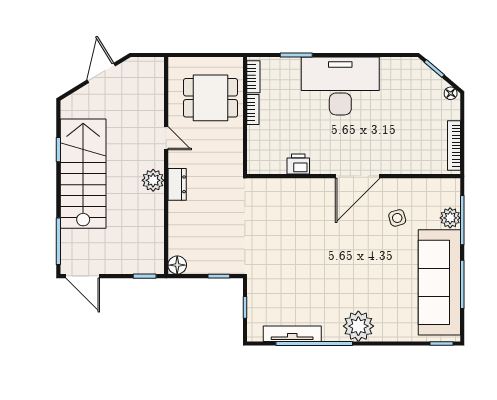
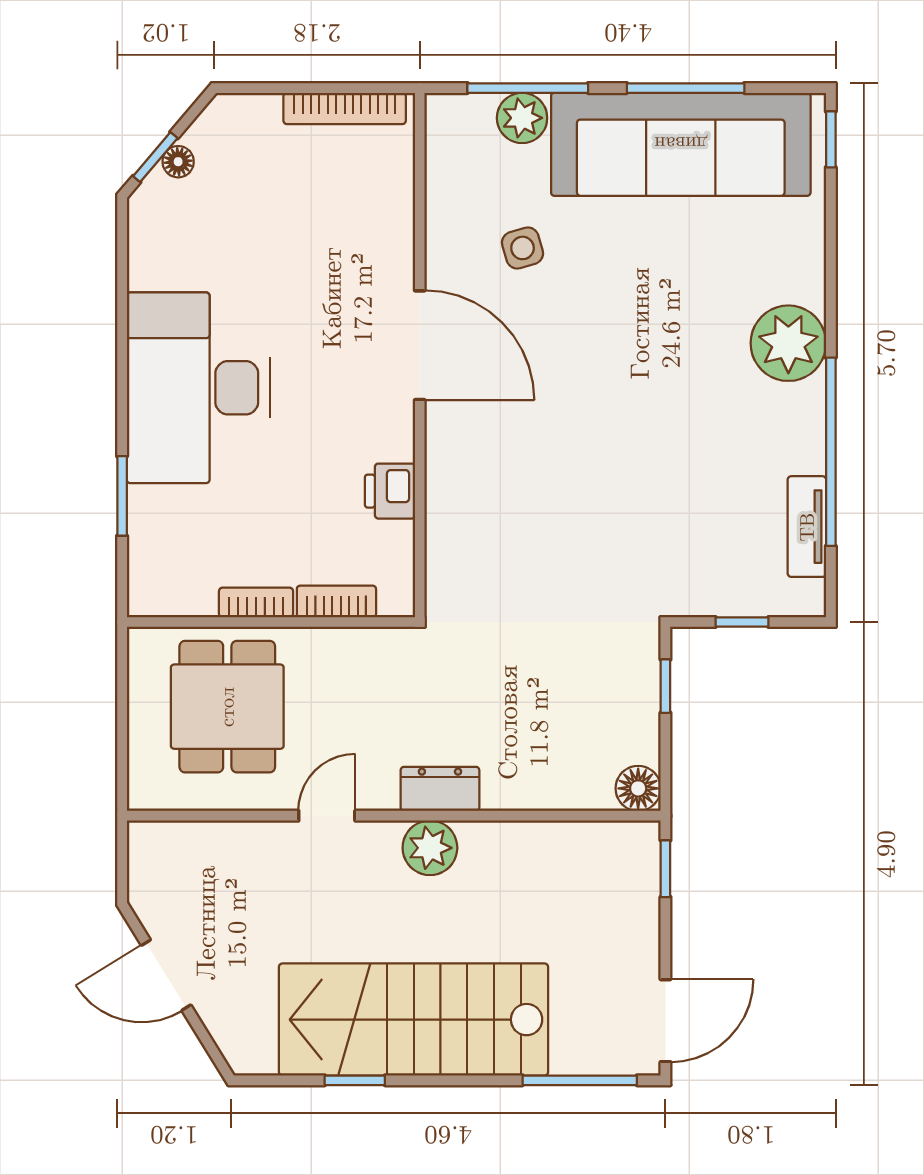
bookcase: (253, 77) -> (336, 601), moved
floor lamp: (451, 93) -> (178, 162), moved
tv unit: (292, 334) -> (807, 527), width x0.71

